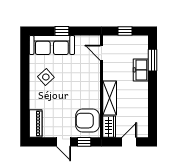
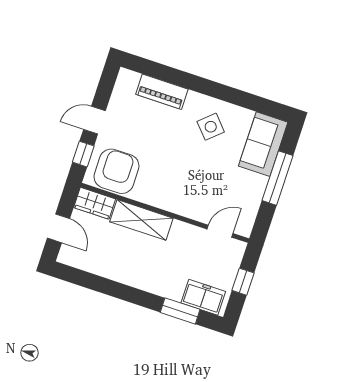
window: (62, 31) -> (278, 178), width x2.17
sofa: (52, 45) -> (263, 144), width x0.73
freezer: (141, 70) -> (203, 297), moved
piano: (36, 124) -> (162, 92), moved

